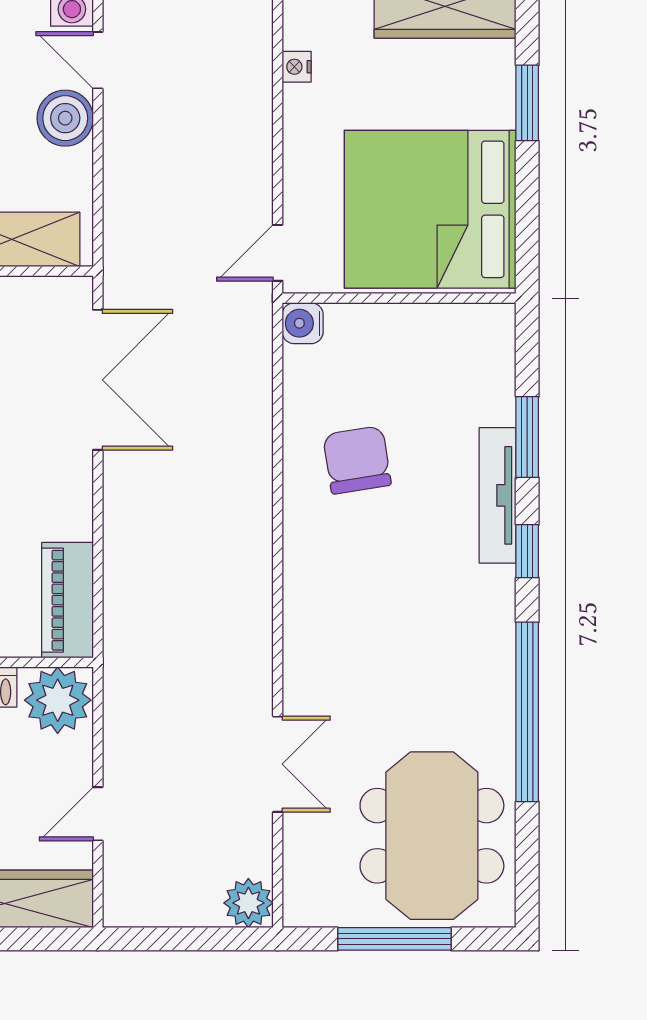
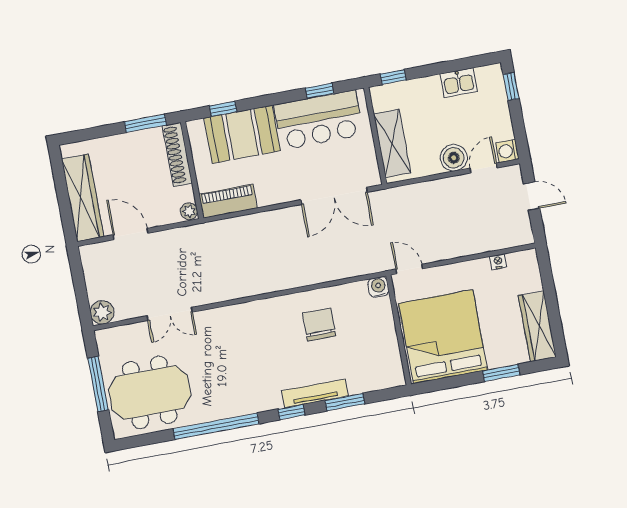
chair: (357, 460) -> (319, 324), turned -81
plant: (58, 700) -> (189, 211), width x0.53, depth x0.53
door: (98, 814) -> (131, 234), width x1.38

